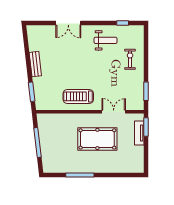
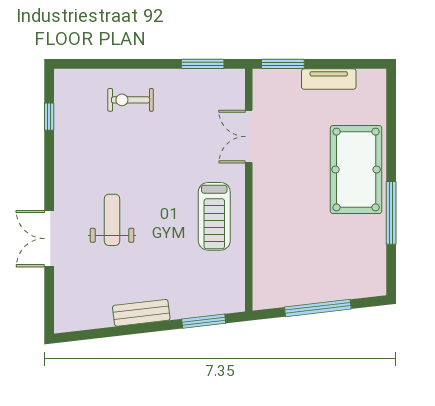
double door: (68, 23) -> (49, 239), swing flipped
weight bench: (106, 40) -> (112, 220), moved
tv unit: (139, 133) -> (329, 79), moved
pool table: (97, 139) -> (356, 170), moved

